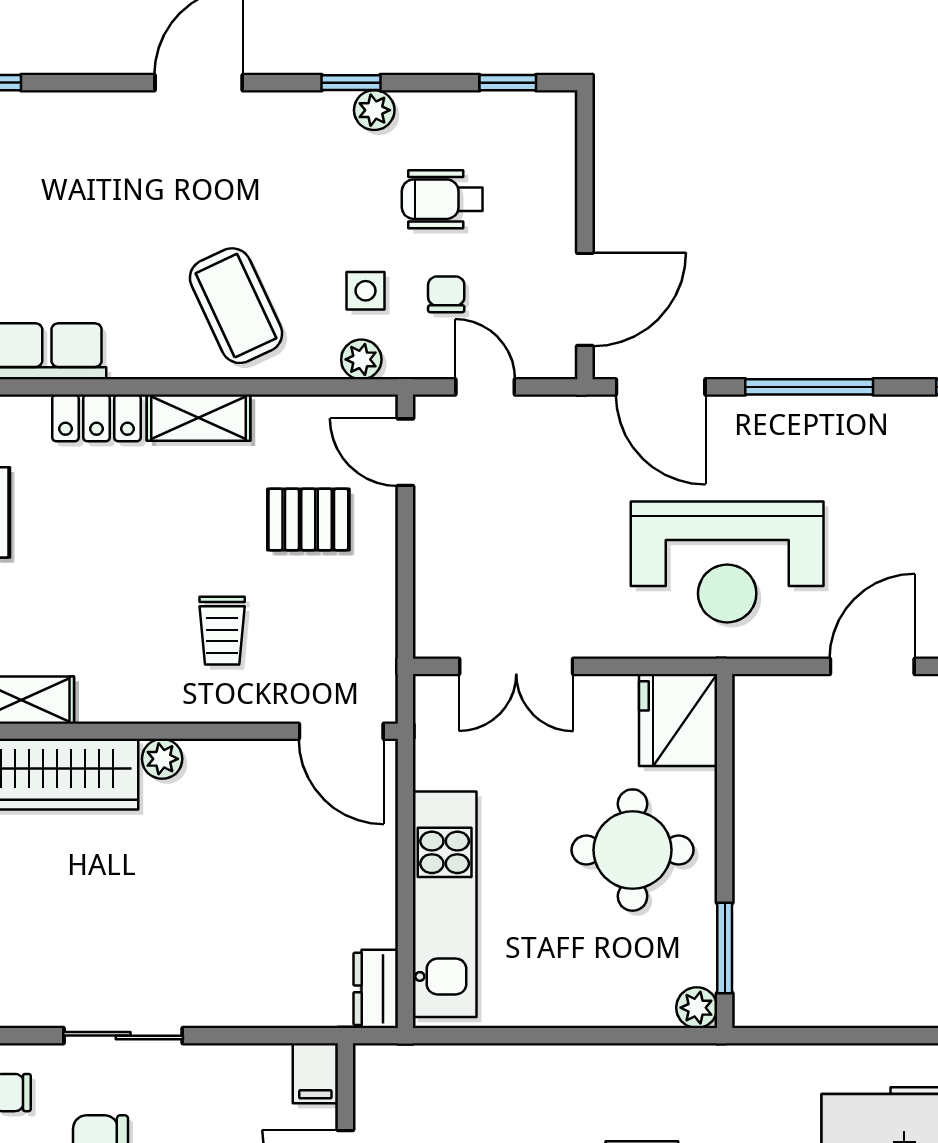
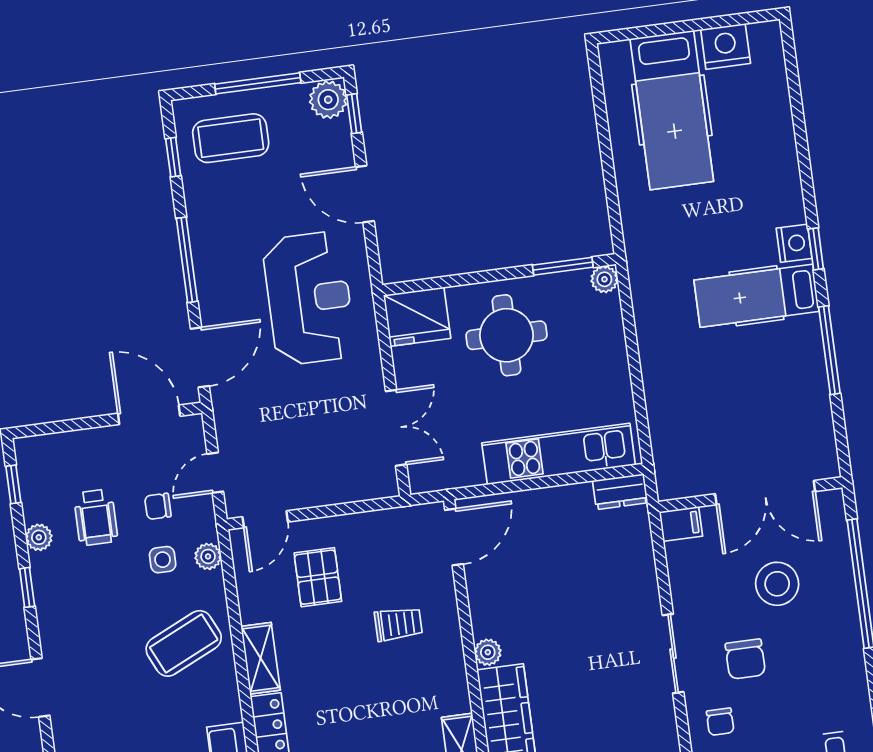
plant: (374, 110) -> (39, 537), moved

